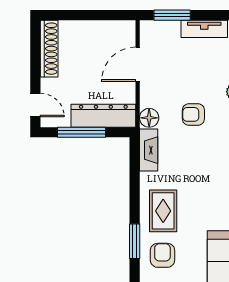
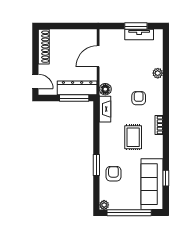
window: (172, 15) -> (136, 26), moved
armchair: (193, 114) -> (139, 98), moved, turned 90
window: (82, 132) -> (74, 98), moved
rug: (163, 211) -> (133, 137), moved

